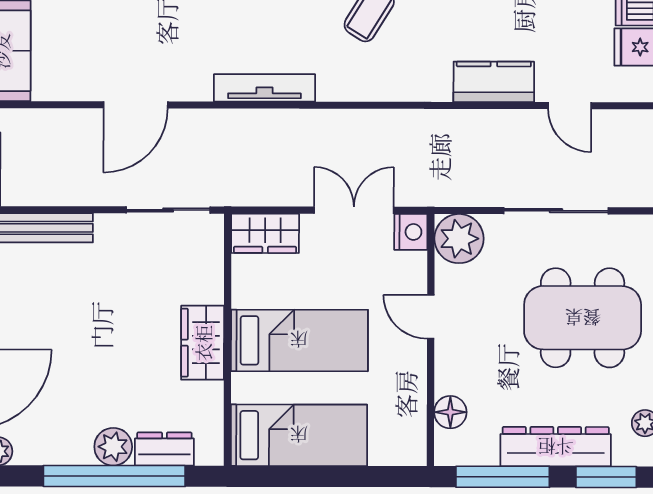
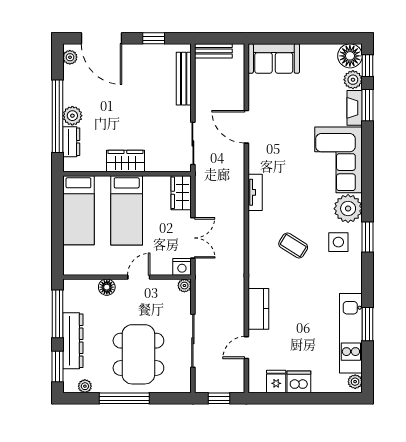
tv unit: (265, 88) -> (255, 192), width x0.71
plant: (459, 239) -> (184, 286), width x0.53, depth x0.53
floor lamp: (450, 412) -> (107, 287), moved

